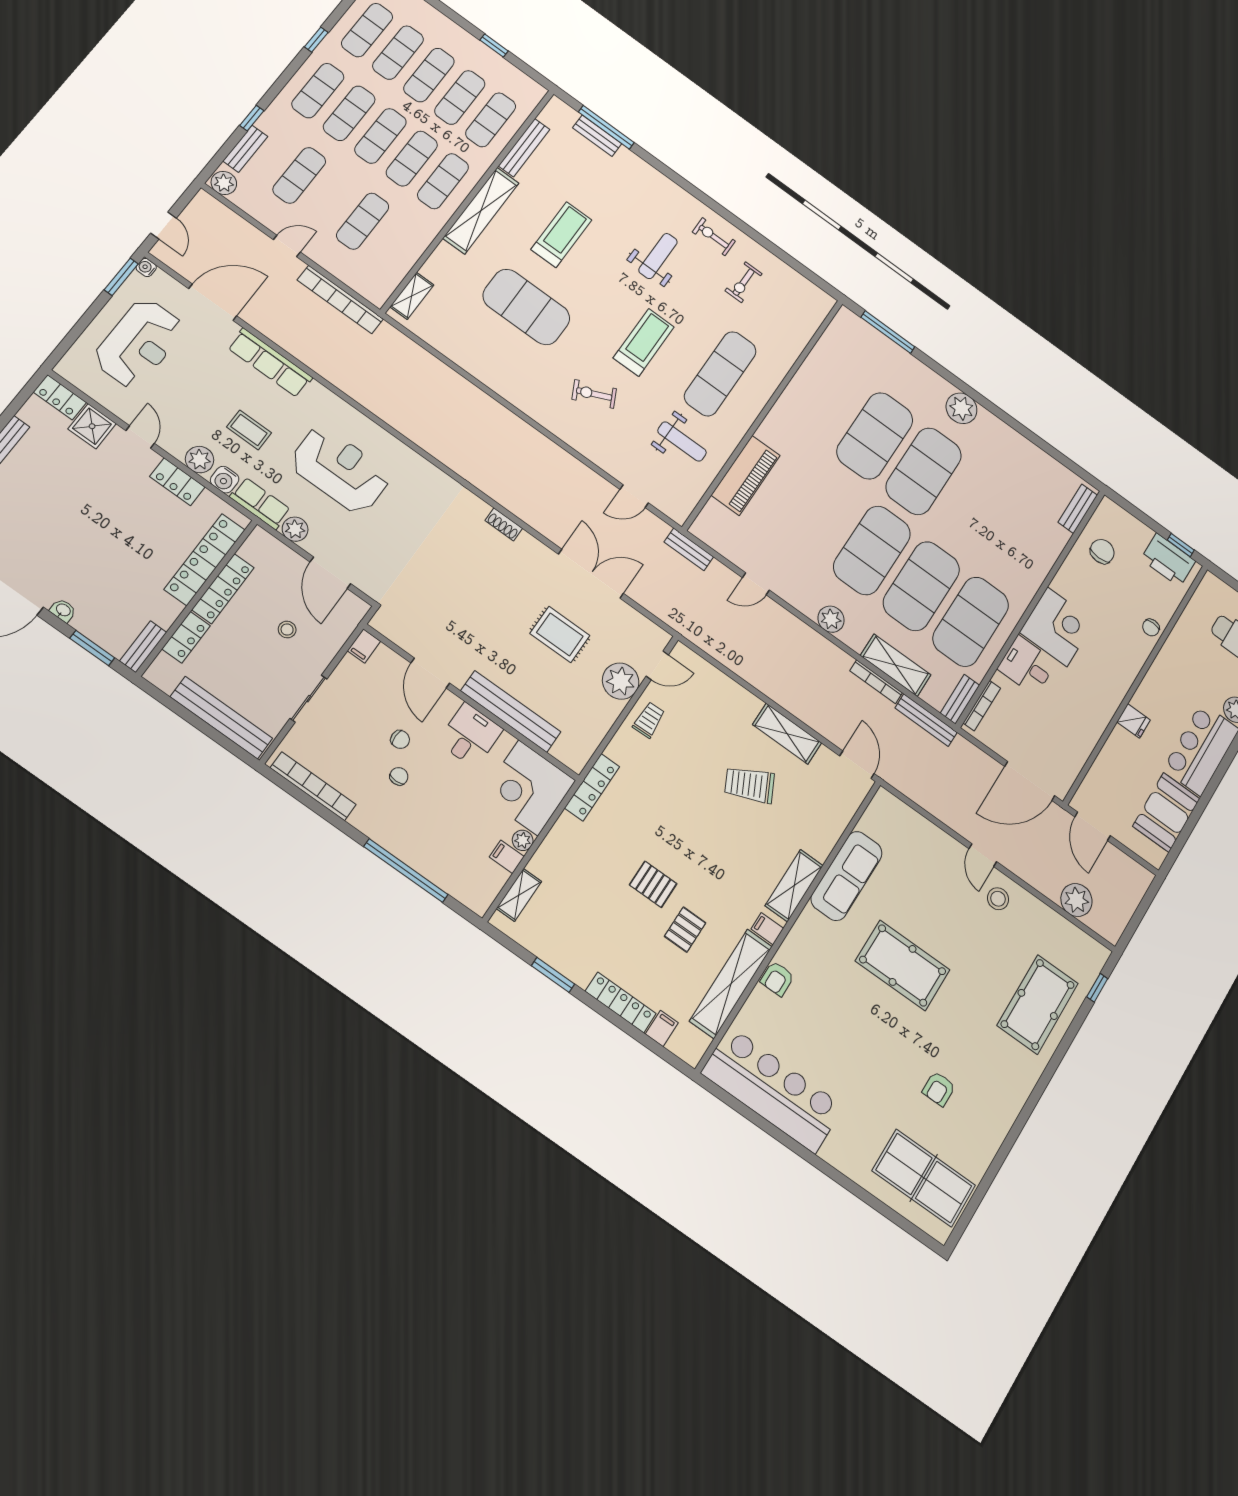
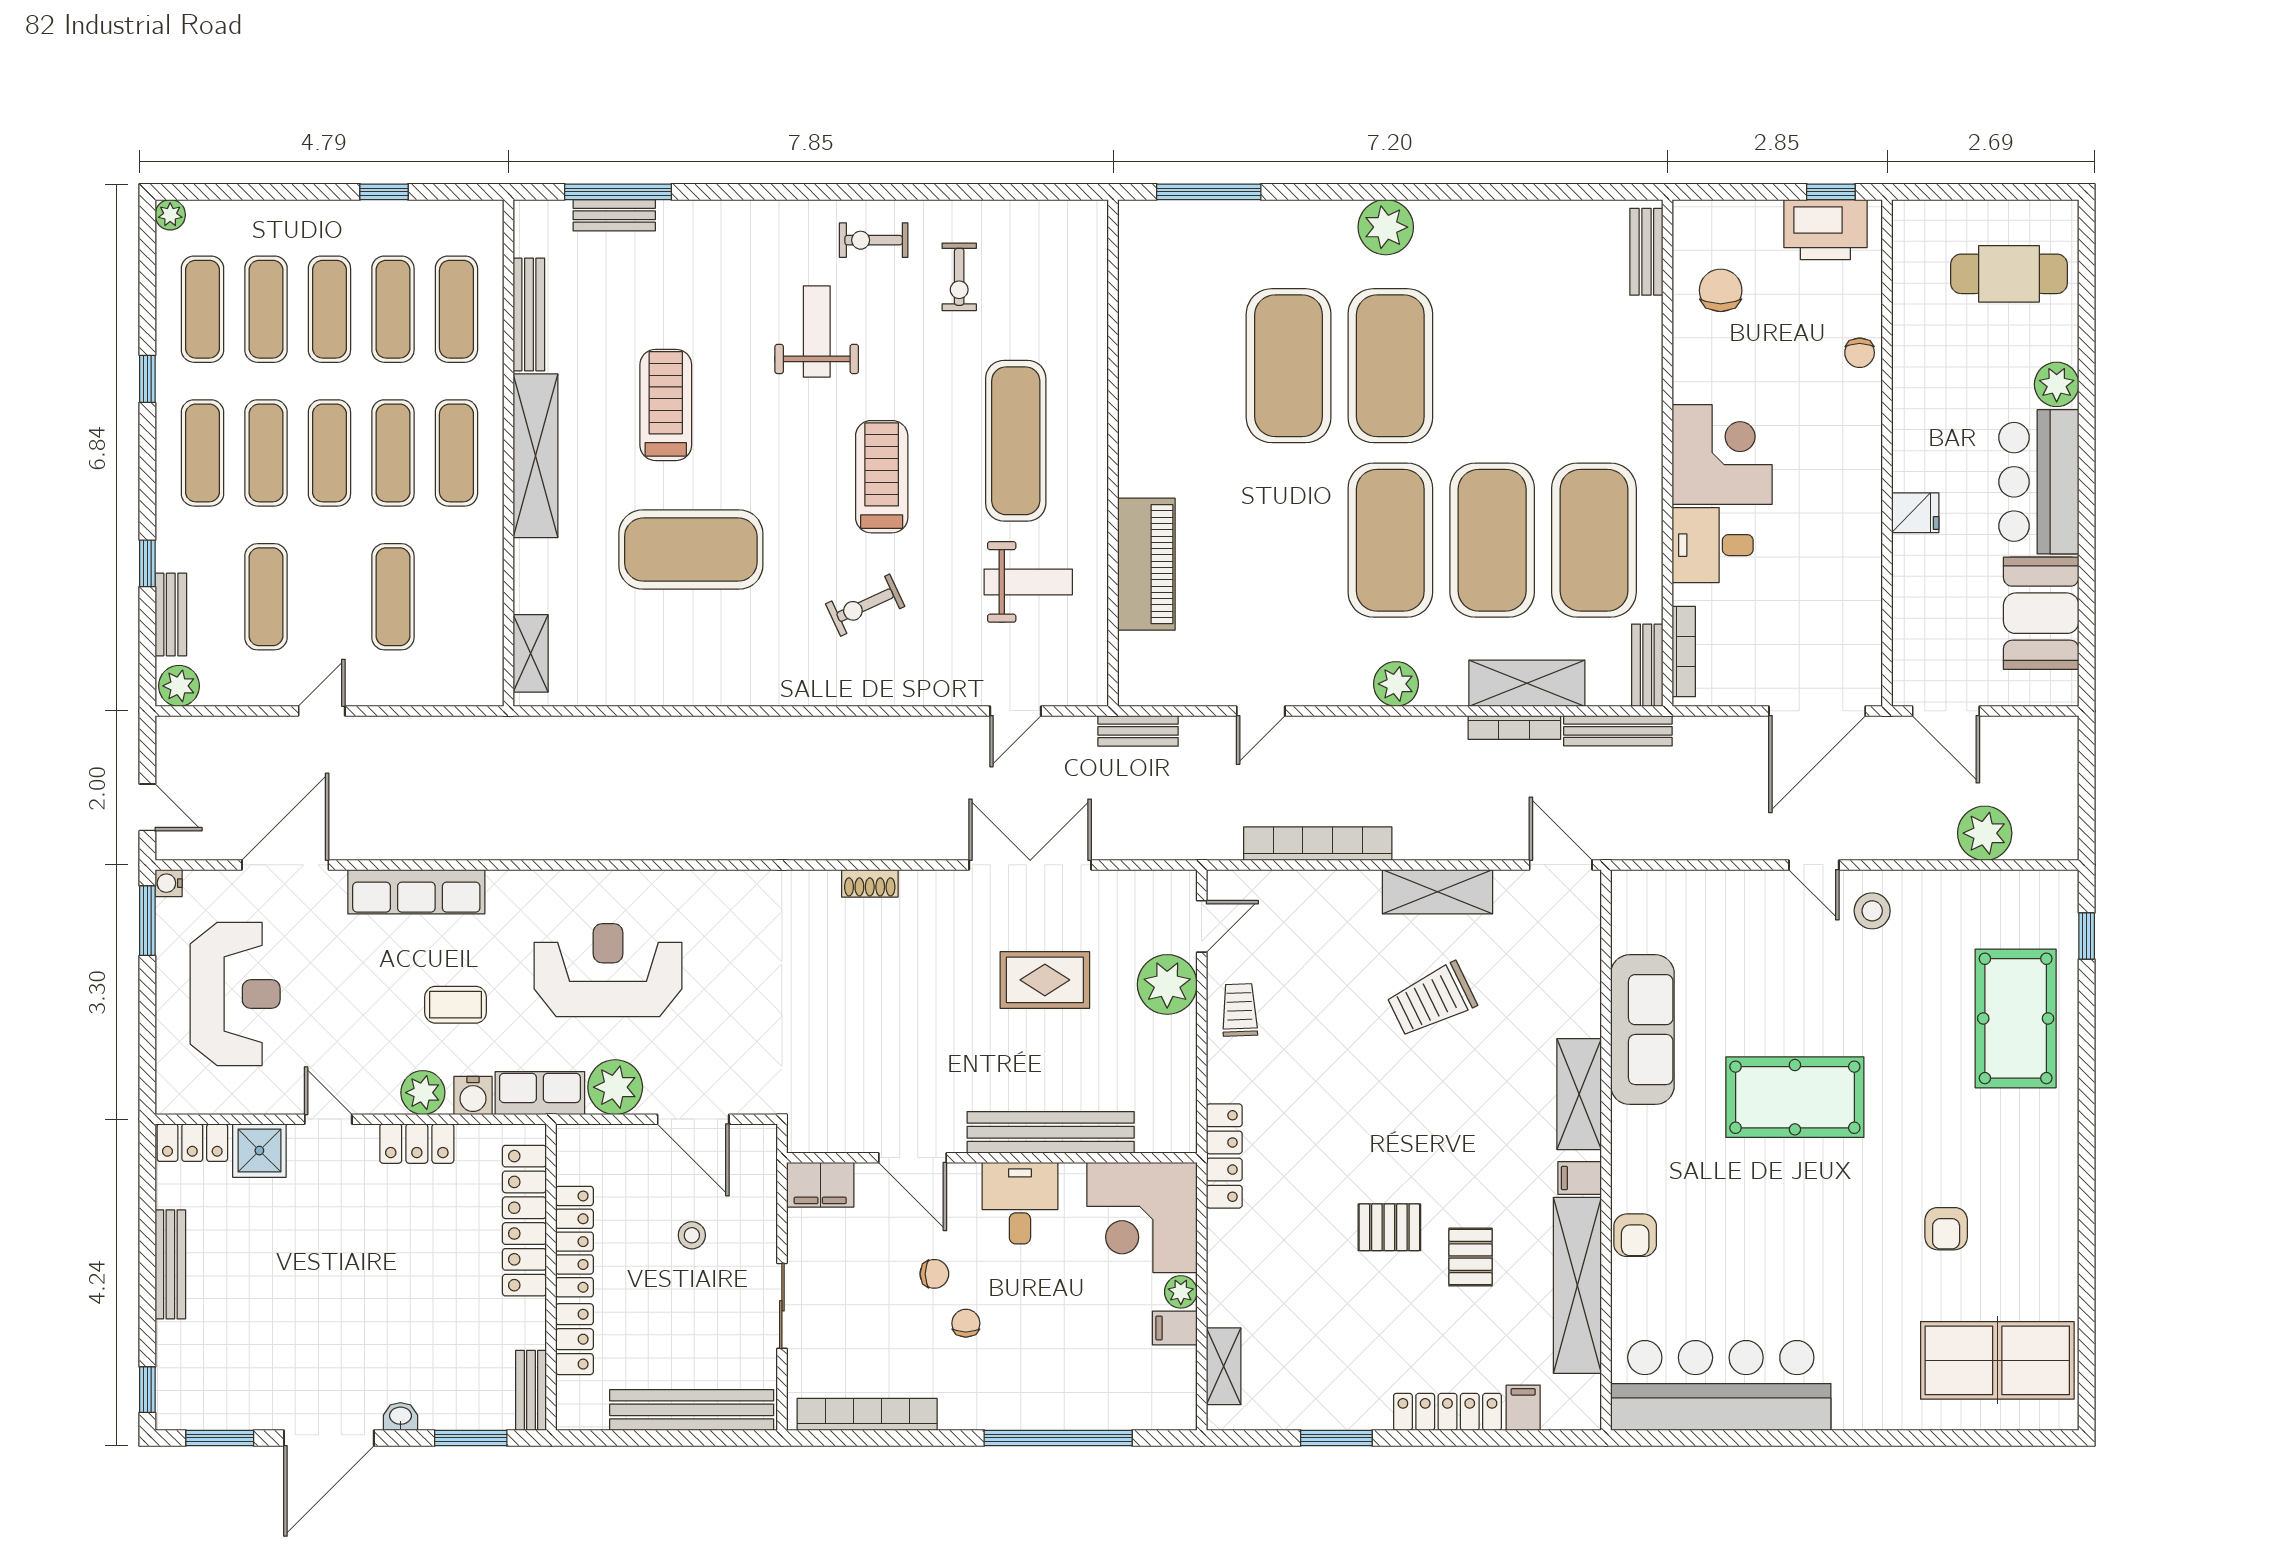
bookcase: (340, 300) -> (1318, 844), moved, turned 180
plant: (295, 529) -> (615, 1087), width x1.36, depth x1.36
filing cabinet: (364, 646) -> (820, 1185), width x2.00

